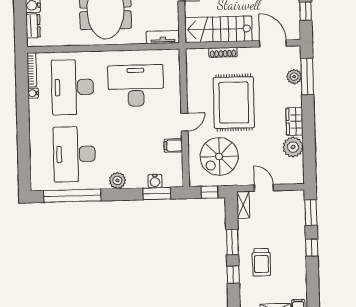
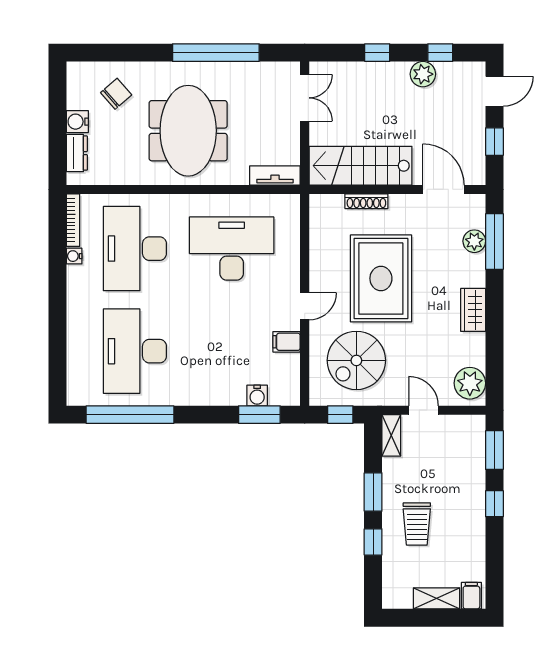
plant: (293, 147) -> (470, 383), moved
plant: (117, 180) -> (200, 393), removed

